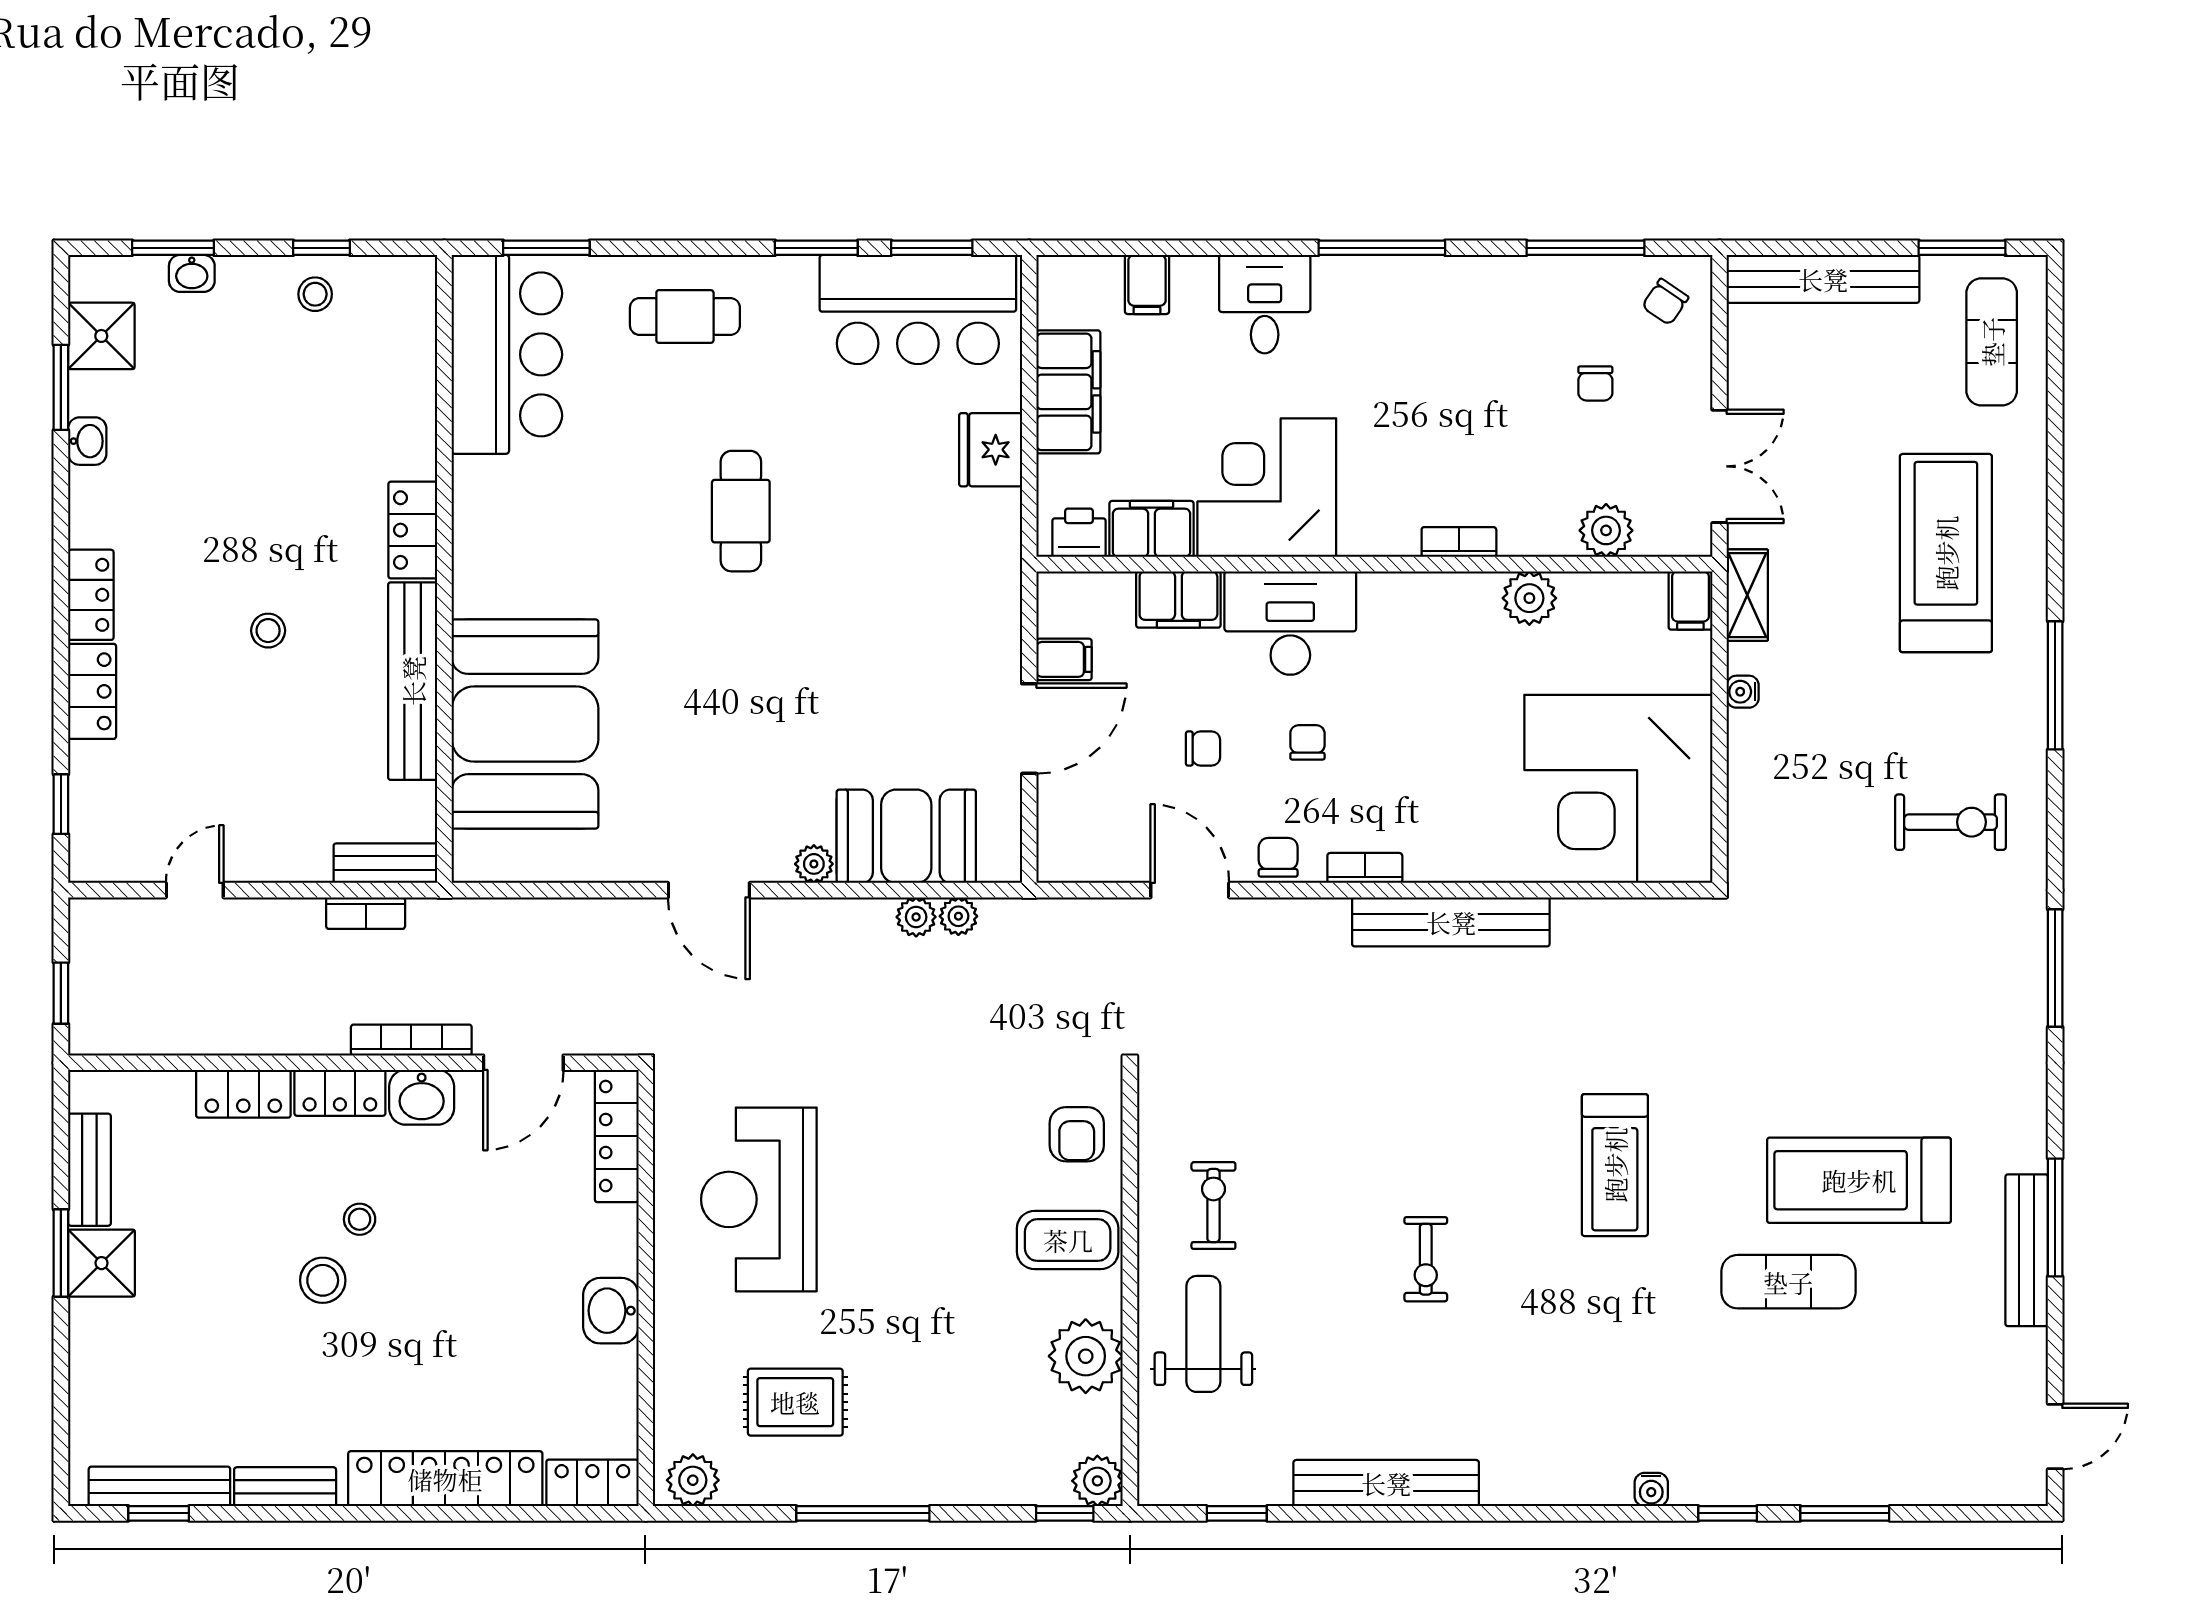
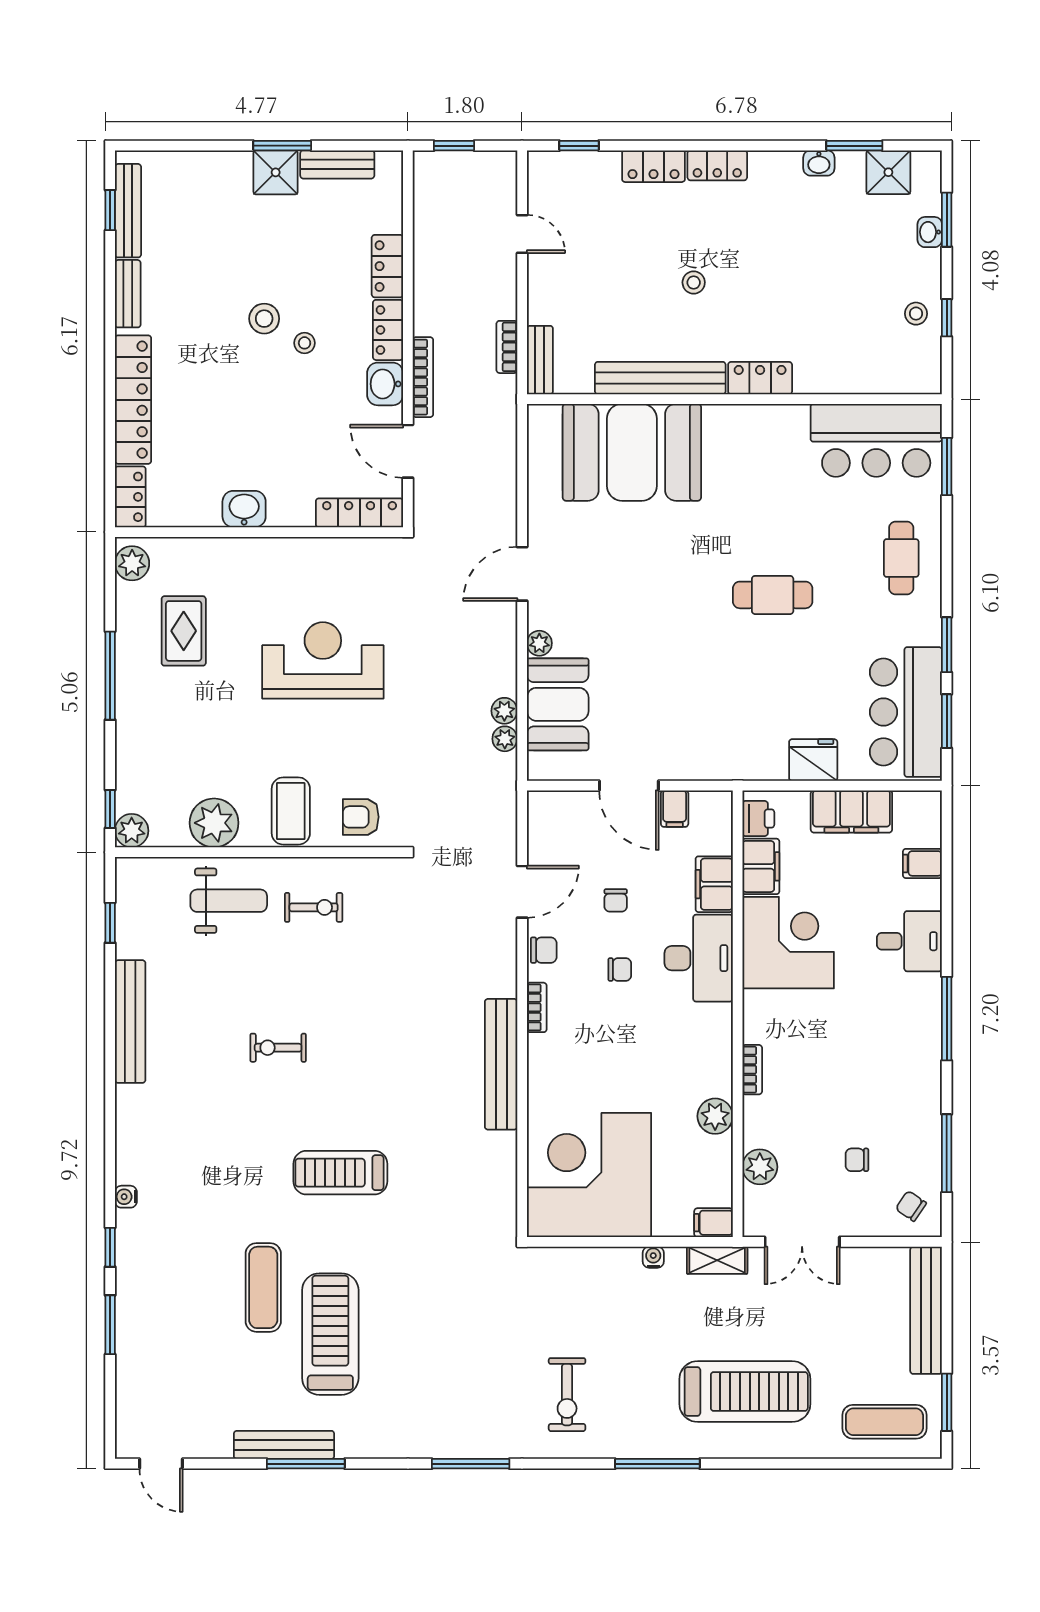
reception desk: (759, 1199) -> (323, 660), moved

